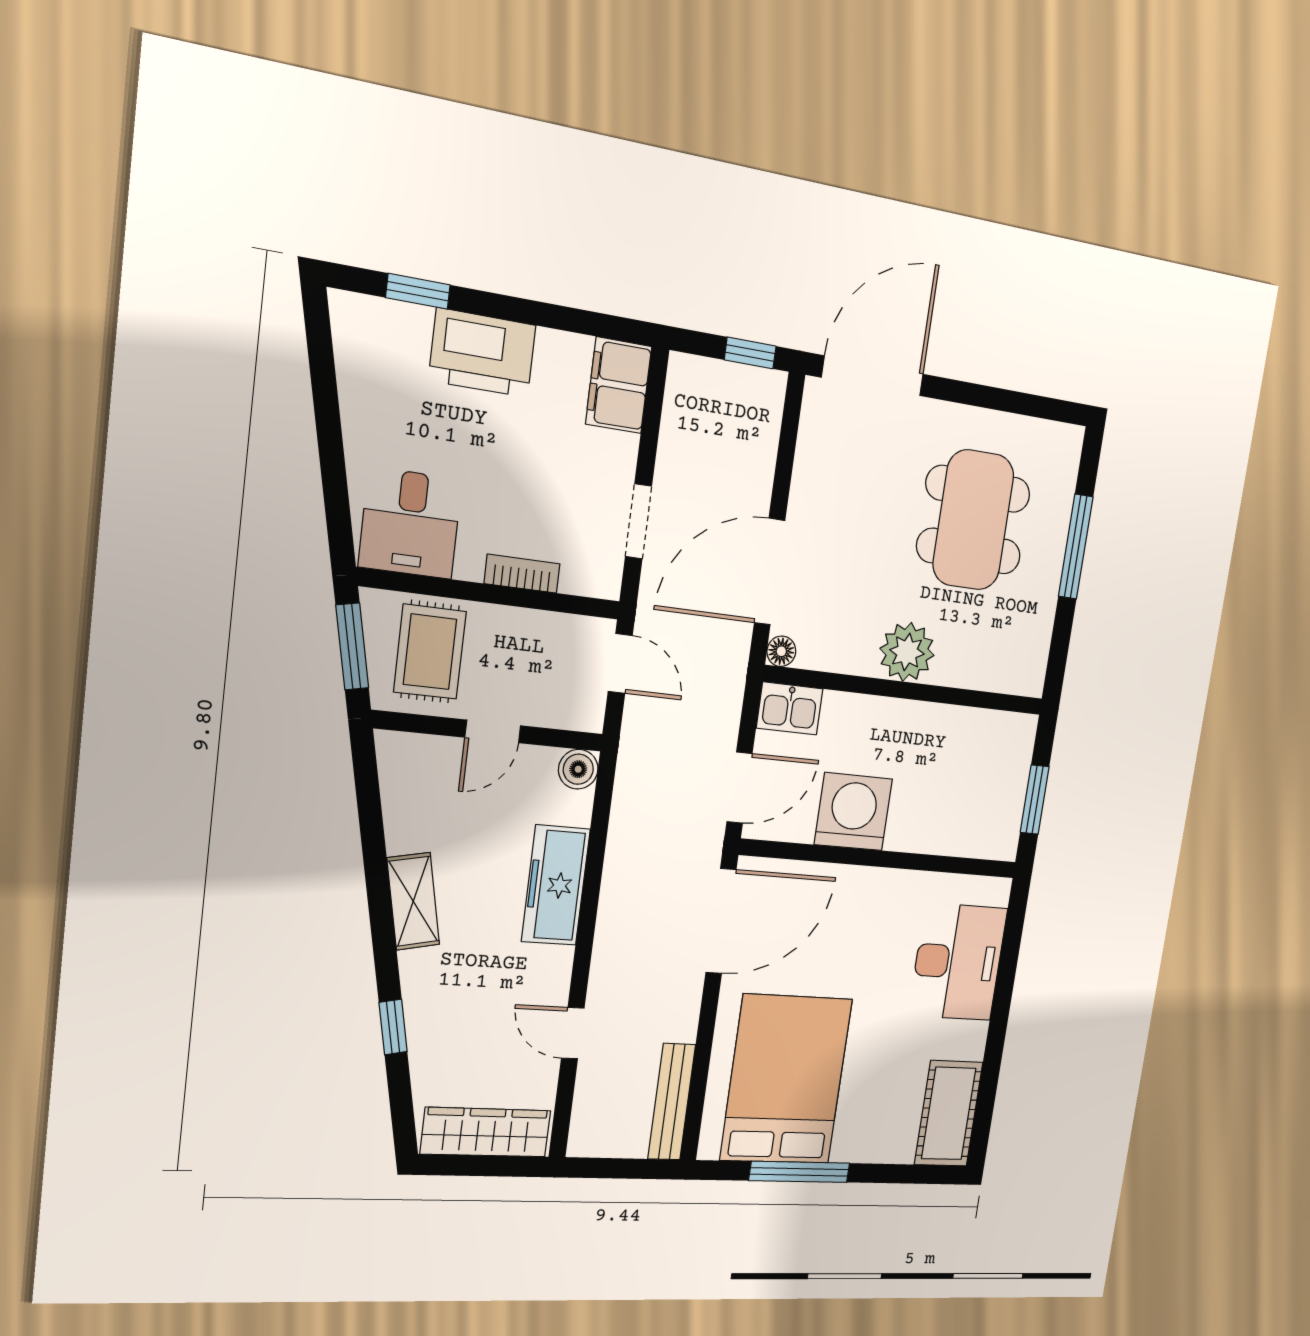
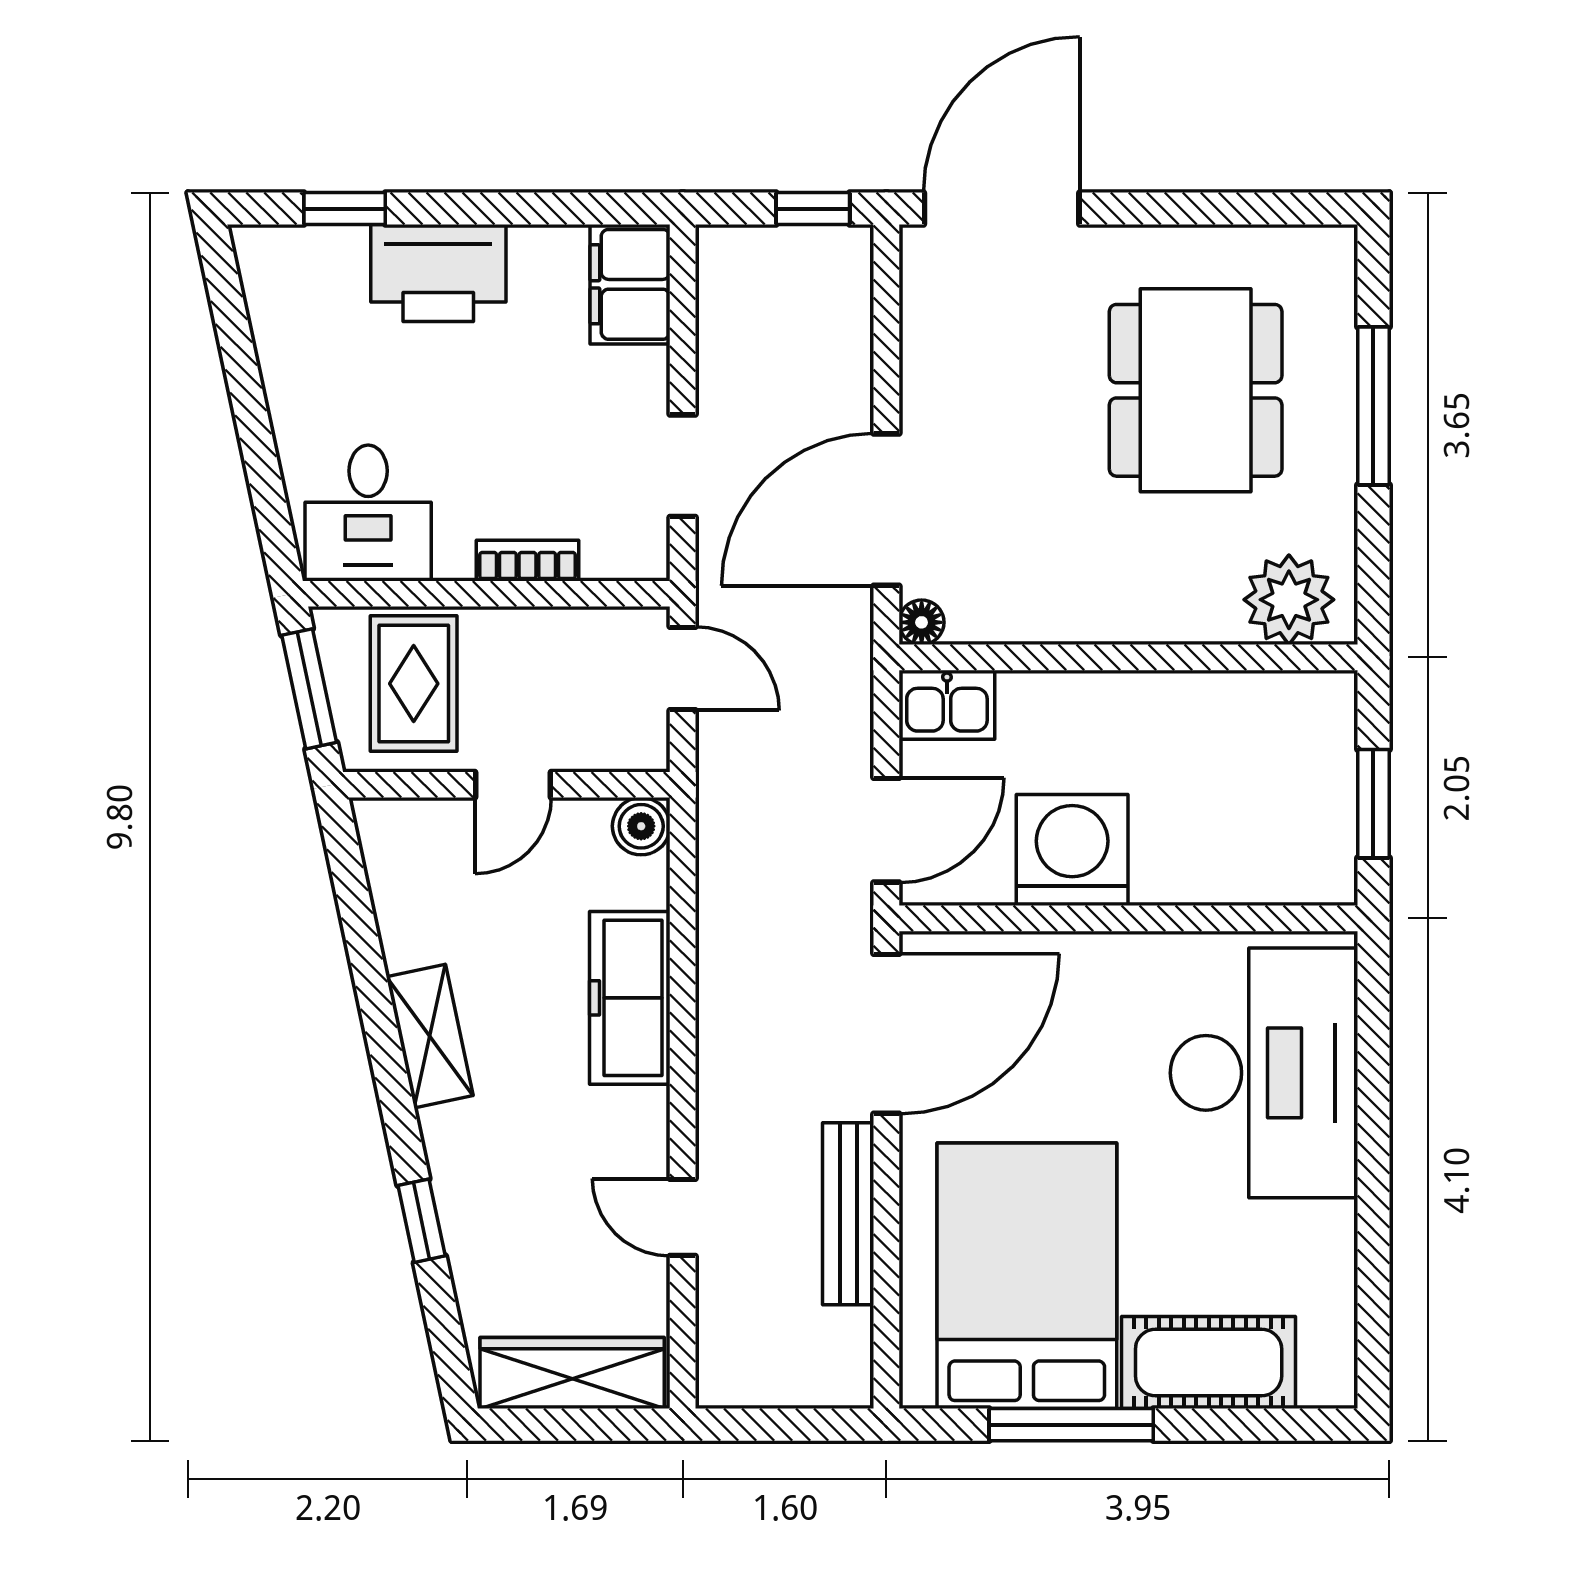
plant: (907, 652) -> (1289, 600), moved
desk: (958, 962) -> (1264, 1073), width x1.36, depth x1.30
bench: (672, 1102) -> (848, 1214), moved
cot: (949, 1113) -> (1209, 1362), moved, turned 90

